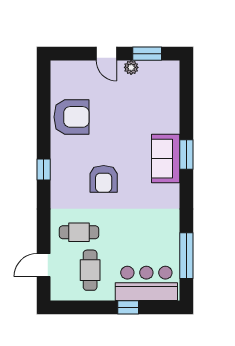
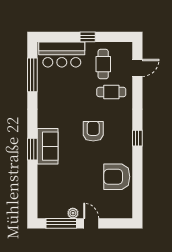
window: (147, 54) -> (61, 223), width x1.44
window: (128, 307) -> (88, 37), moved

